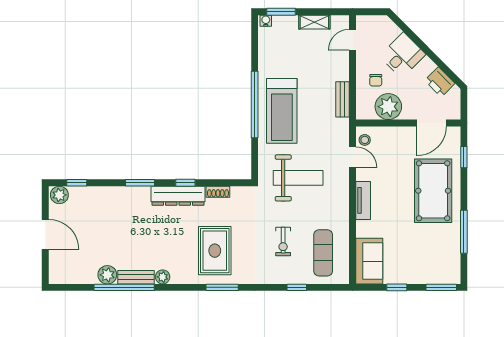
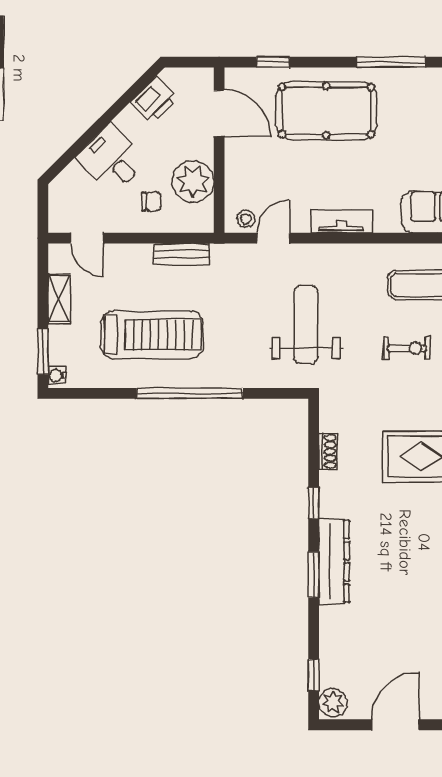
treadmill: (282, 111) -> (152, 335), moved
dresser: (178, 196) -> (334, 561), moved

